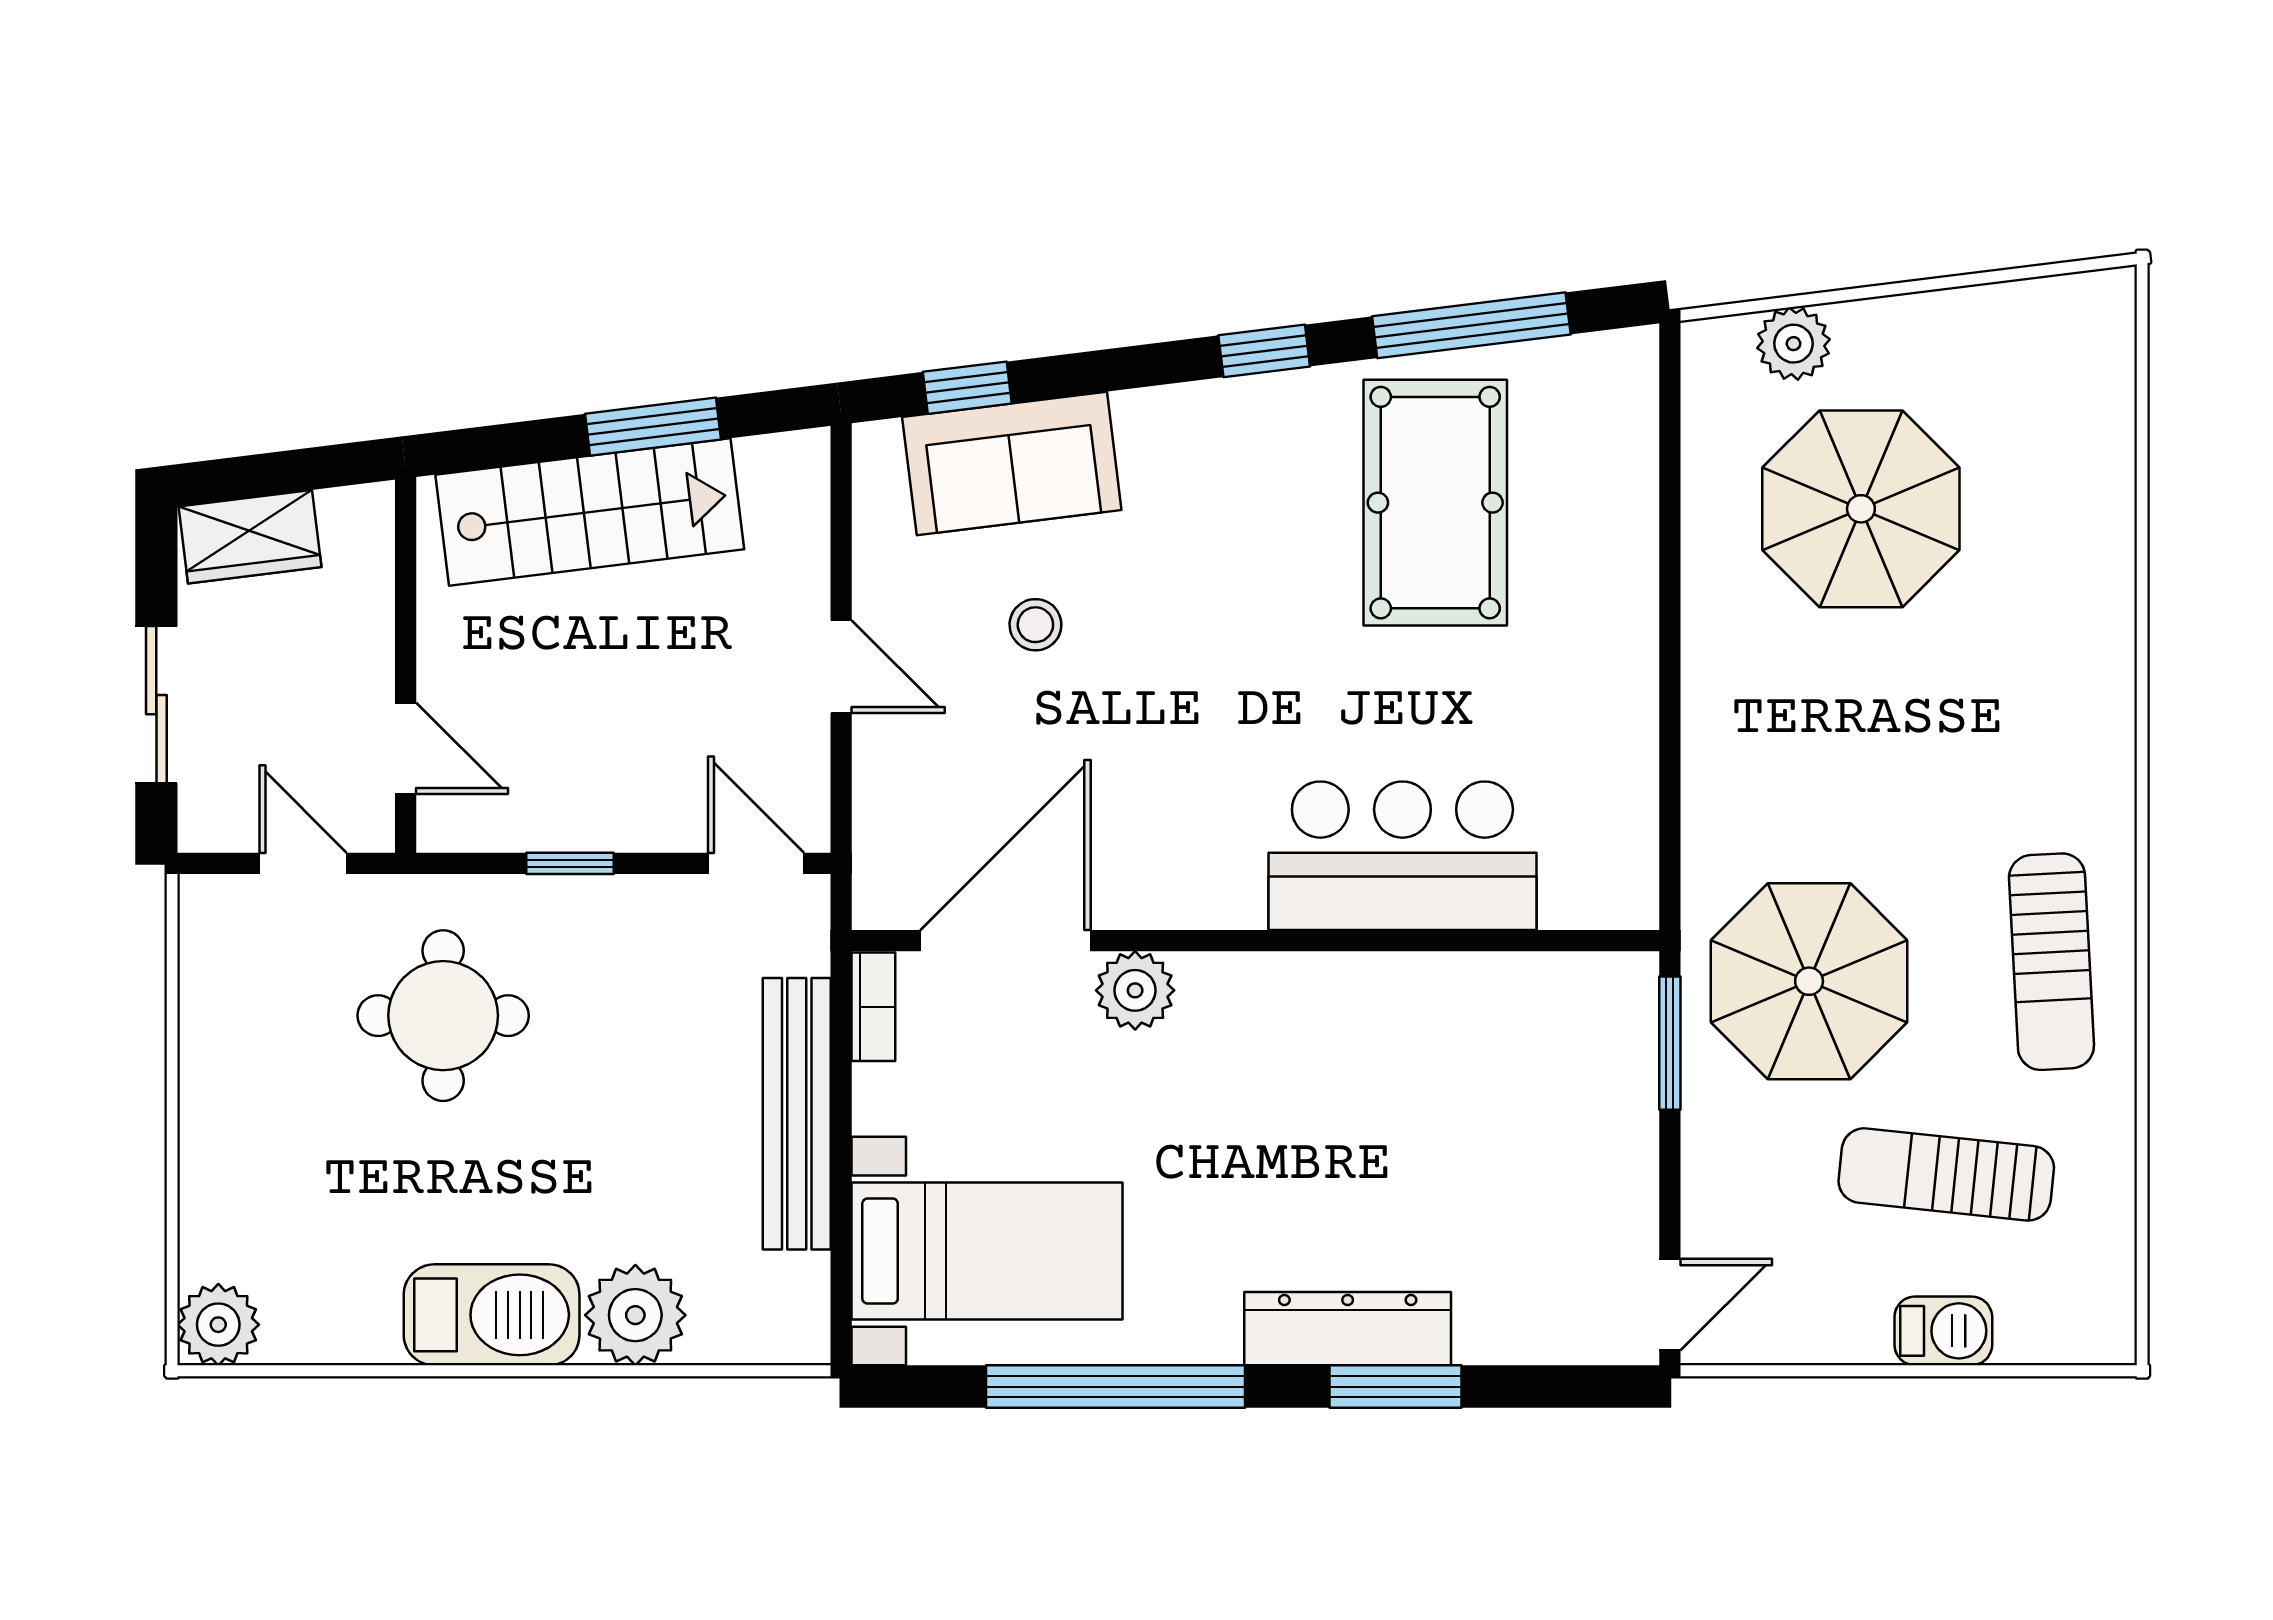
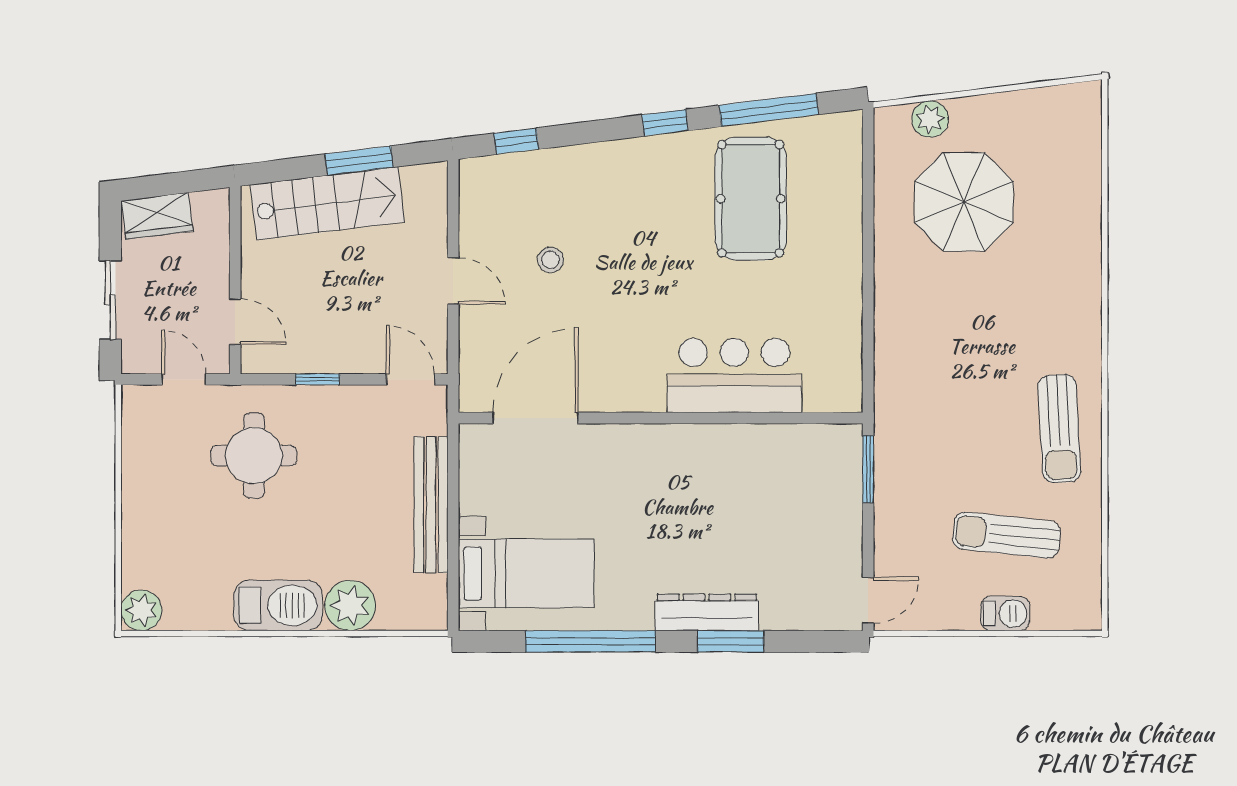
sofa: (1012, 463) -> (539, 179), removed
parasol: (1809, 981) -> (938, 438), removed
plant: (1135, 990) -> (600, 443), removed
bookcase: (873, 1007) -> (469, 451), removed

